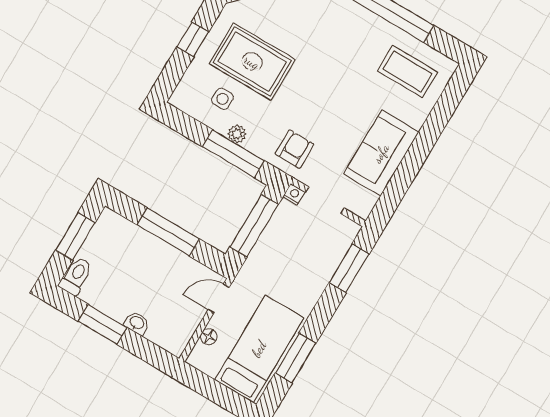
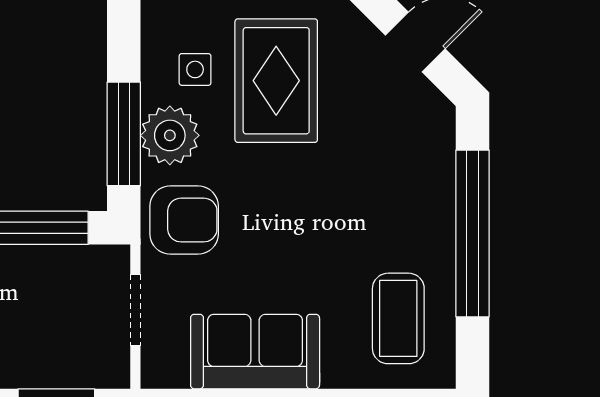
plant: (237, 134) -> (170, 135), width x1.88, depth x1.88
armchair: (294, 149) -> (184, 220), width x1.38, depth x1.38
nightstand: (294, 194) -> (117, 259), removed

